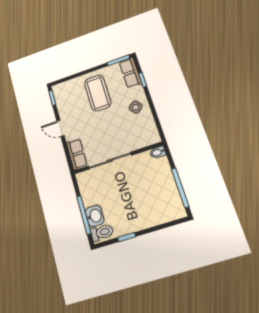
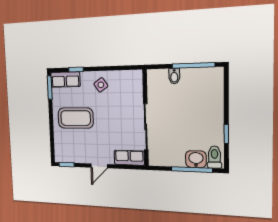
bidet: (158, 152) -> (174, 76), moved

